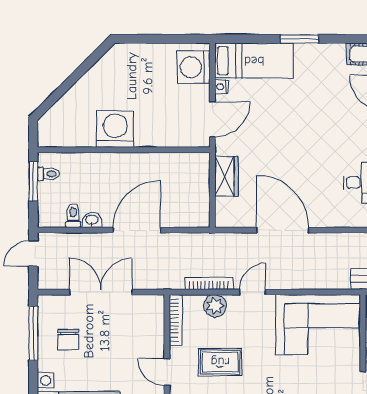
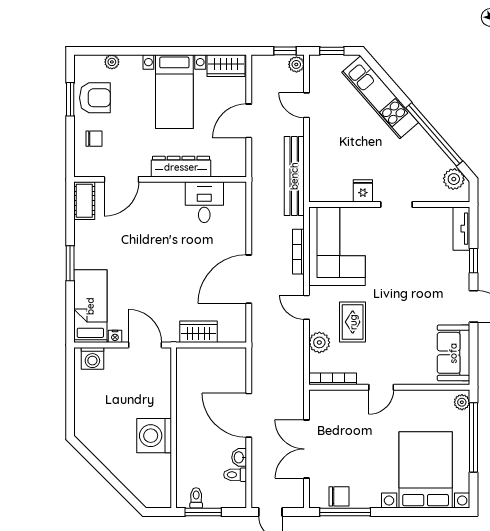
washing machine: (193, 67) -> (92, 358), width x0.73, depth x0.73
bookcase: (209, 283) -> (298, 252), moved
chair: (68, 340) -> (339, 496), moved
rug: (220, 362) -> (353, 322), moved

